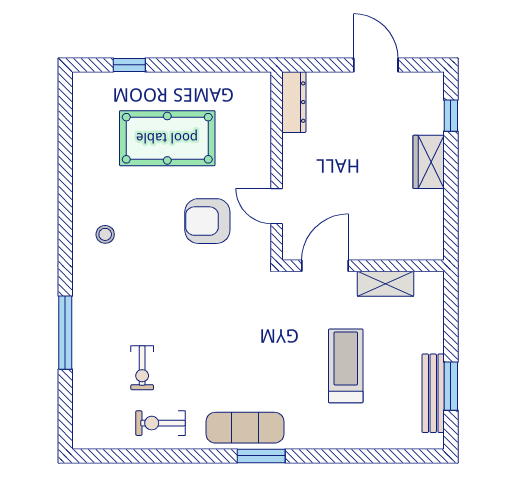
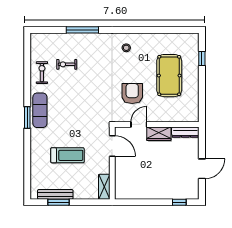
wardrobe: (429, 162) -> (159, 134), moved, turned 180
shelving: (386, 284) -> (104, 187), moved

